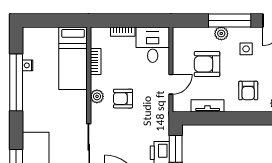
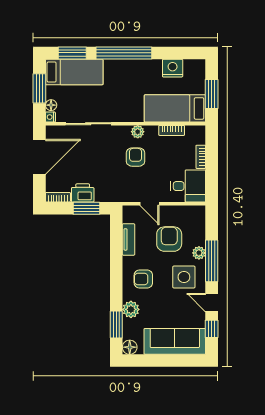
window: (58, 20) -> (212, 94), added
side table: (246, 49) -> (184, 277), width x1.87, depth x1.87
nightstand: (28, 65) -> (173, 68), width x1.89, depth x1.79
window: (16, 82) -> (124, 53), moved

